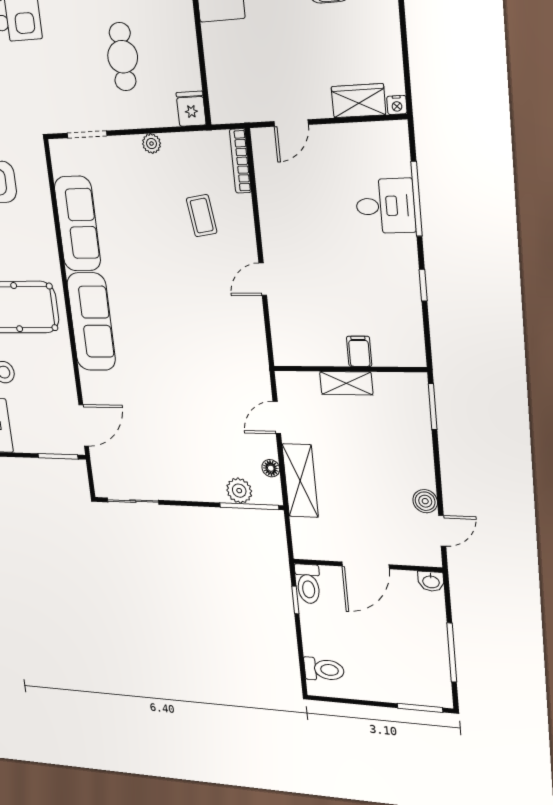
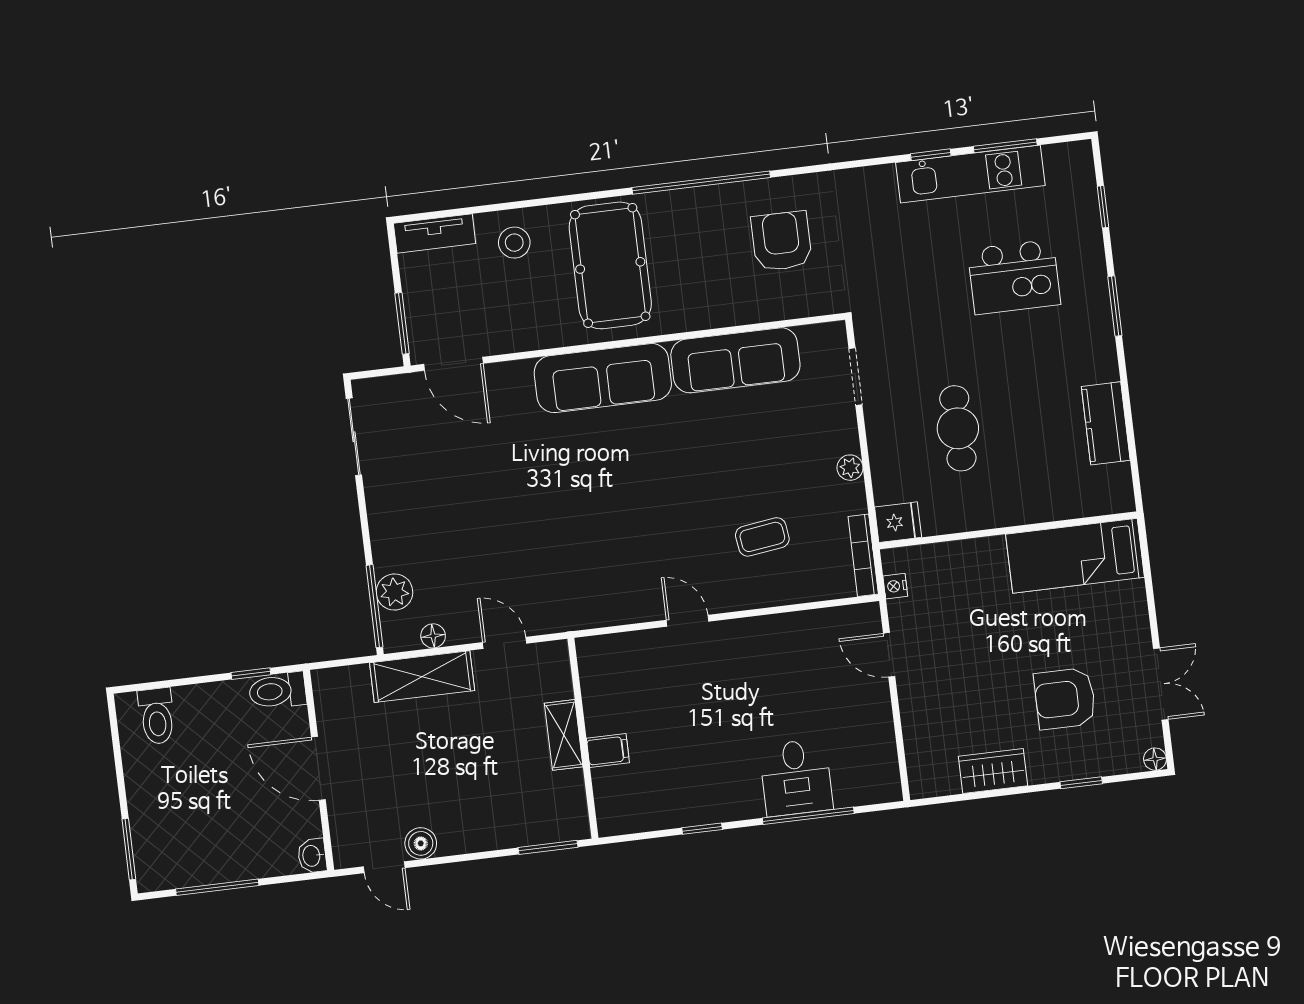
cafe table: (123, 57) -> (958, 428), turned 90
wardrobe: (358, 101) -> (993, 771), moved, turned -90
nightstand: (397, 105) -> (895, 586), moved
bookcase: (240, 161) -> (863, 555), moved, turned -90

